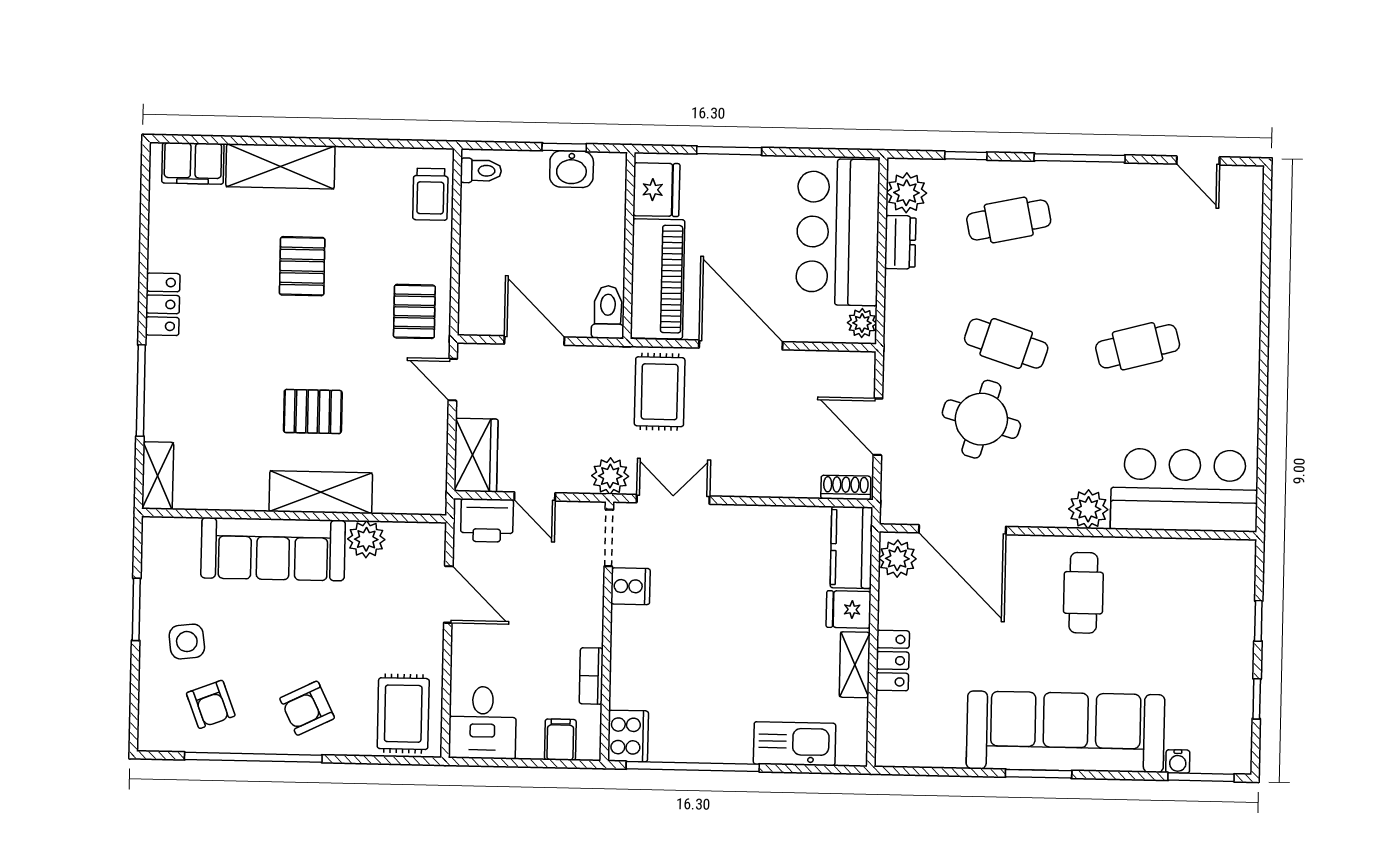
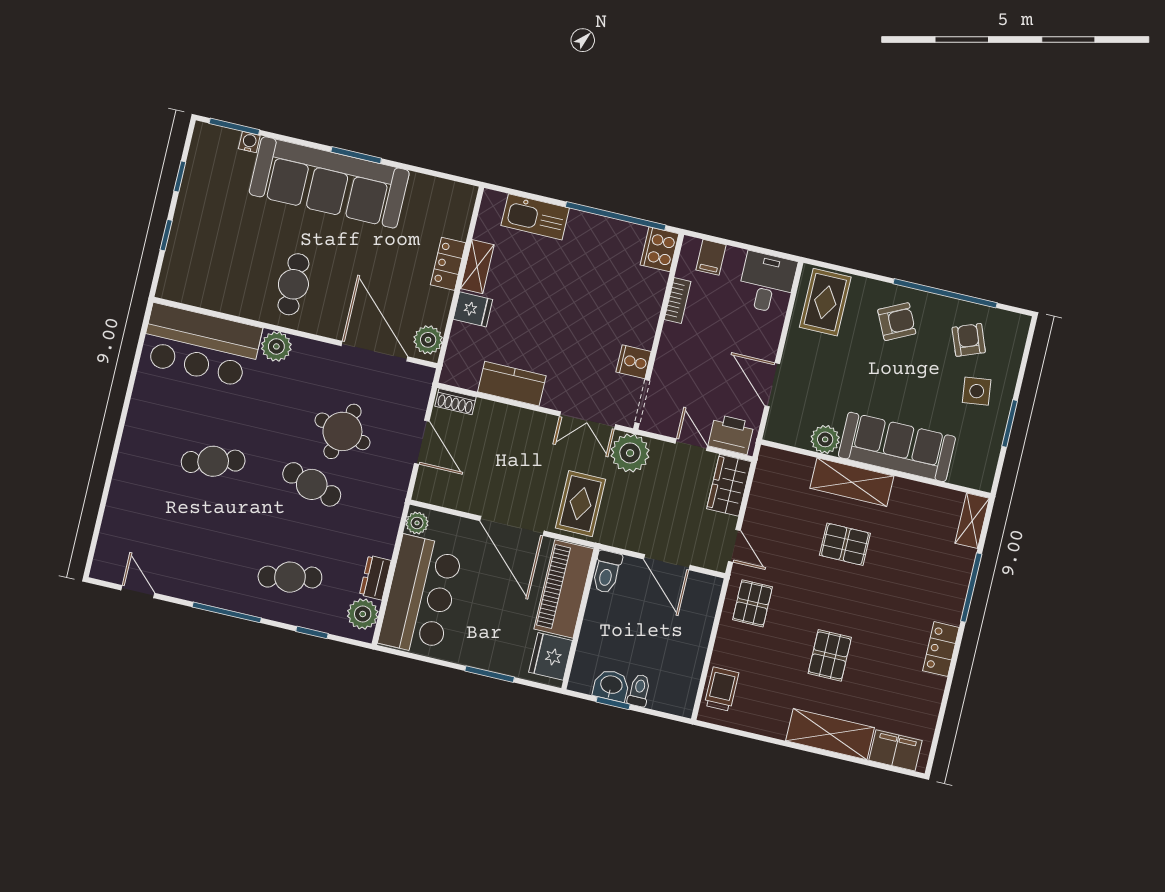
toilet: (481, 171) -> (639, 690), moved, turned 90
plant: (610, 476) -> (630, 453), width x1.36, depth x1.36
kitchen counter: (851, 547) -> (512, 384), moved, turned -90

